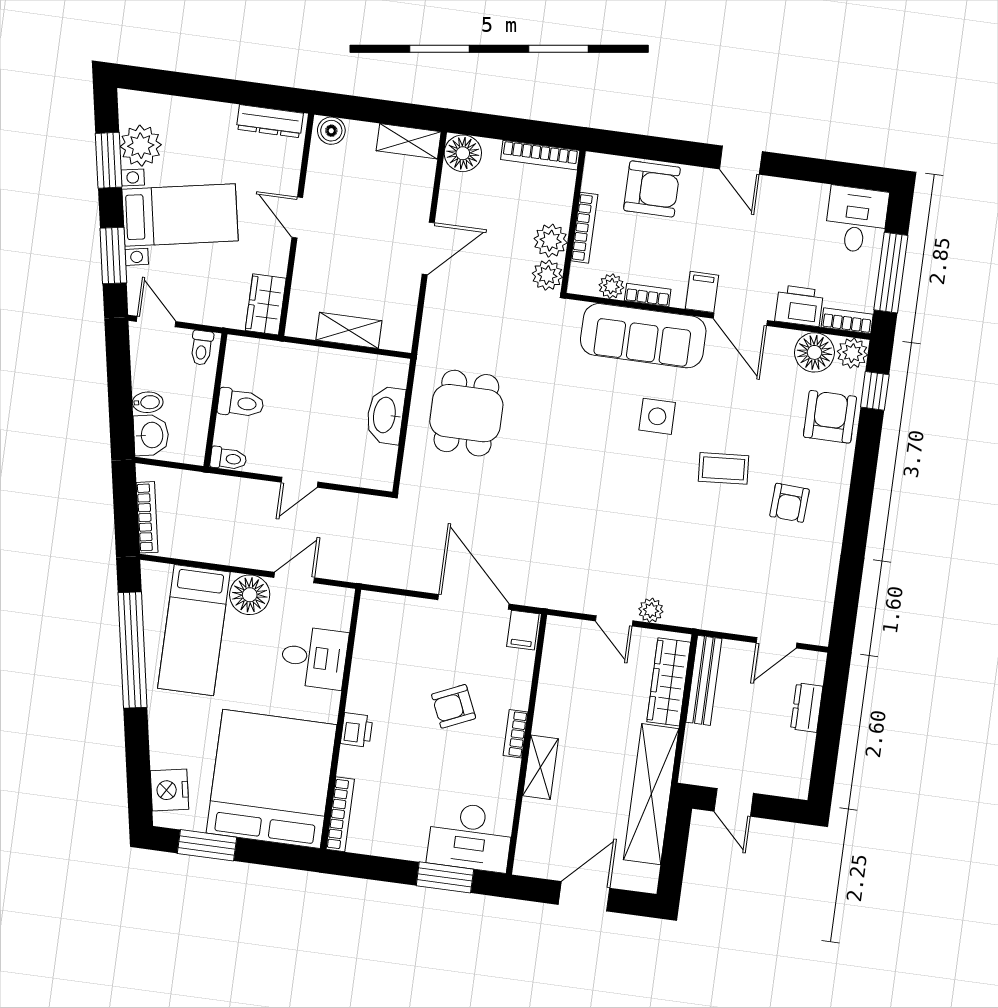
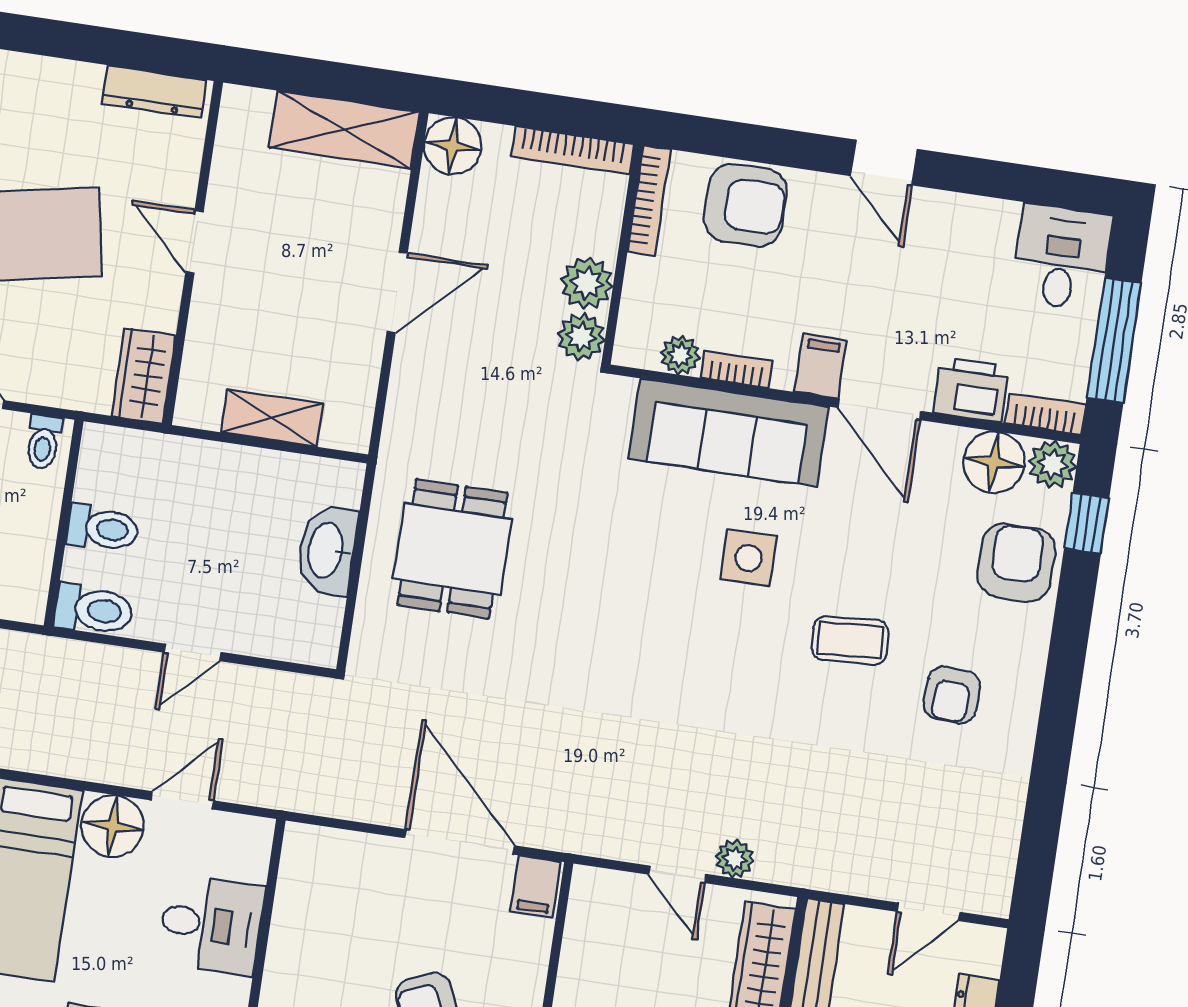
boiler: (331, 131) -> (249, 108), removed
shelving: (409, 141) -> (344, 130), width x1.50, depth x1.33
bookcase: (584, 228) -> (649, 201), moved
toilet: (228, 459) -> (94, 610), width x1.37, depth x1.39

